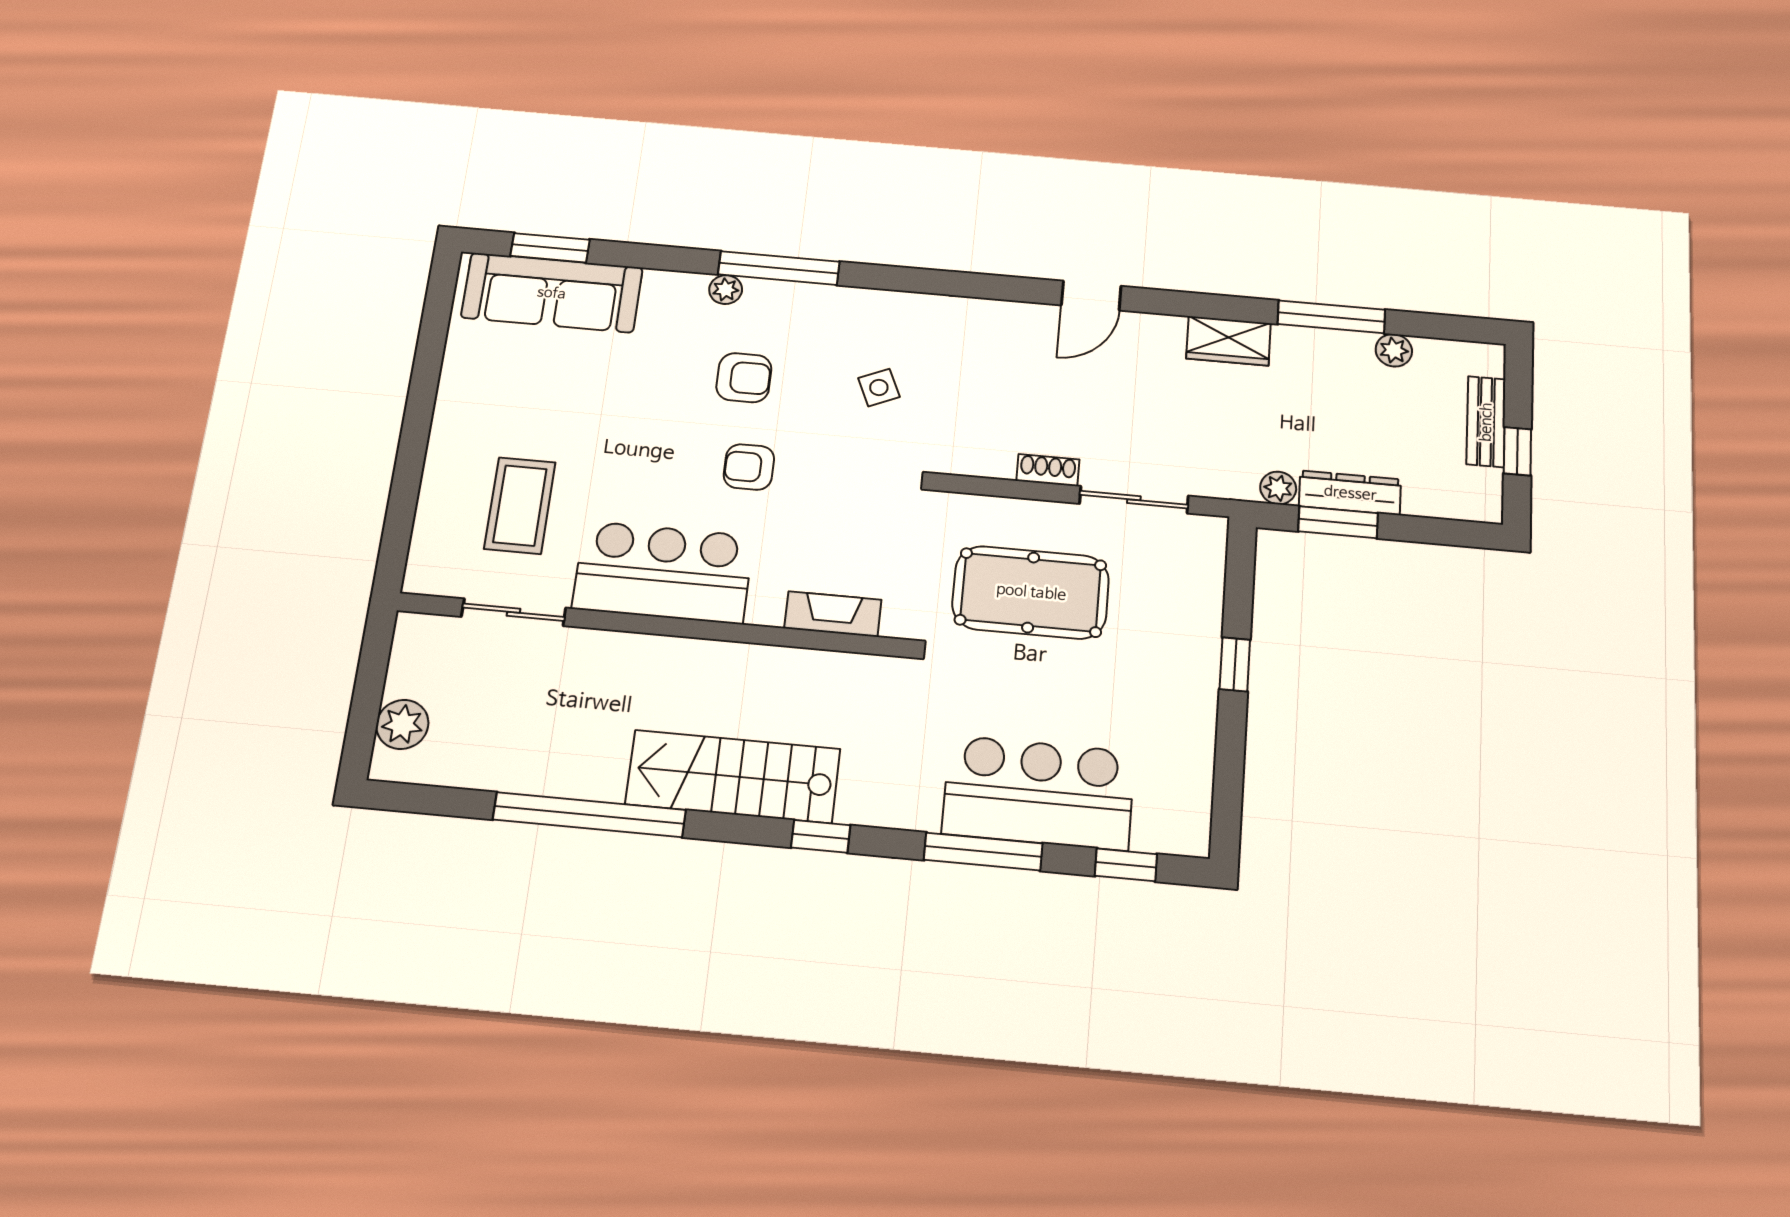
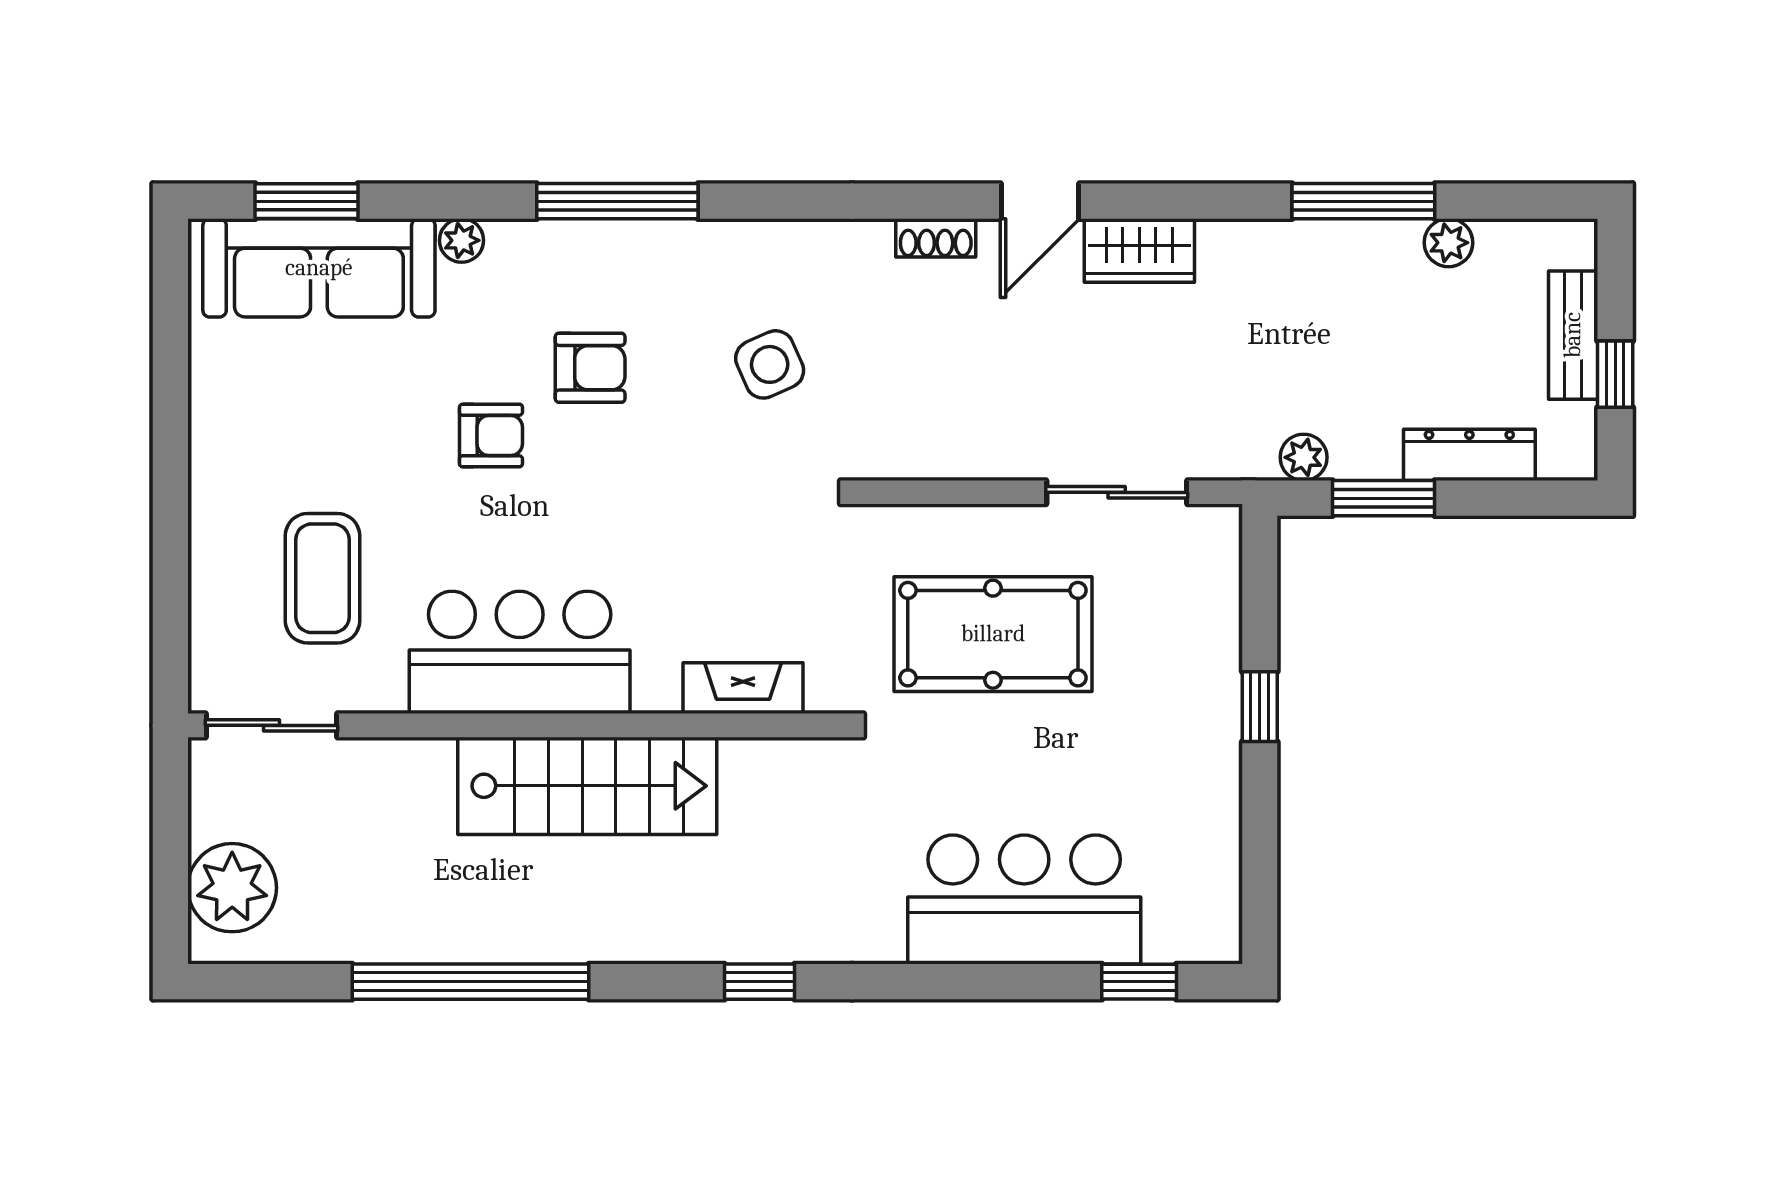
plant: (726, 290) -> (462, 240), moved
wardrobe: (1229, 341) -> (1139, 250), moved
side table: (879, 387) -> (770, 364), width x1.37, depth x1.37
armchair: (749, 467) -> (491, 436), moved, turned 180
shoe rack: (1048, 470) -> (936, 238), moved, turned 180
dresser: (1350, 493) -> (1469, 455), moved
sliding door: (514, 612) -> (272, 725), moved
plant: (402, 724) -> (232, 888), width x1.36, depth x1.36
stairs: (733, 777) -> (587, 786), moved, turned 180
window: (983, 852) -> (962, 982), removed

